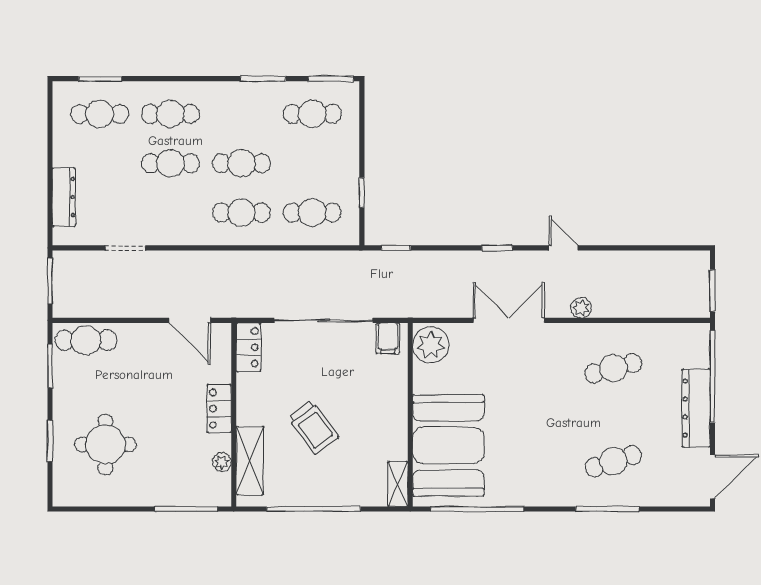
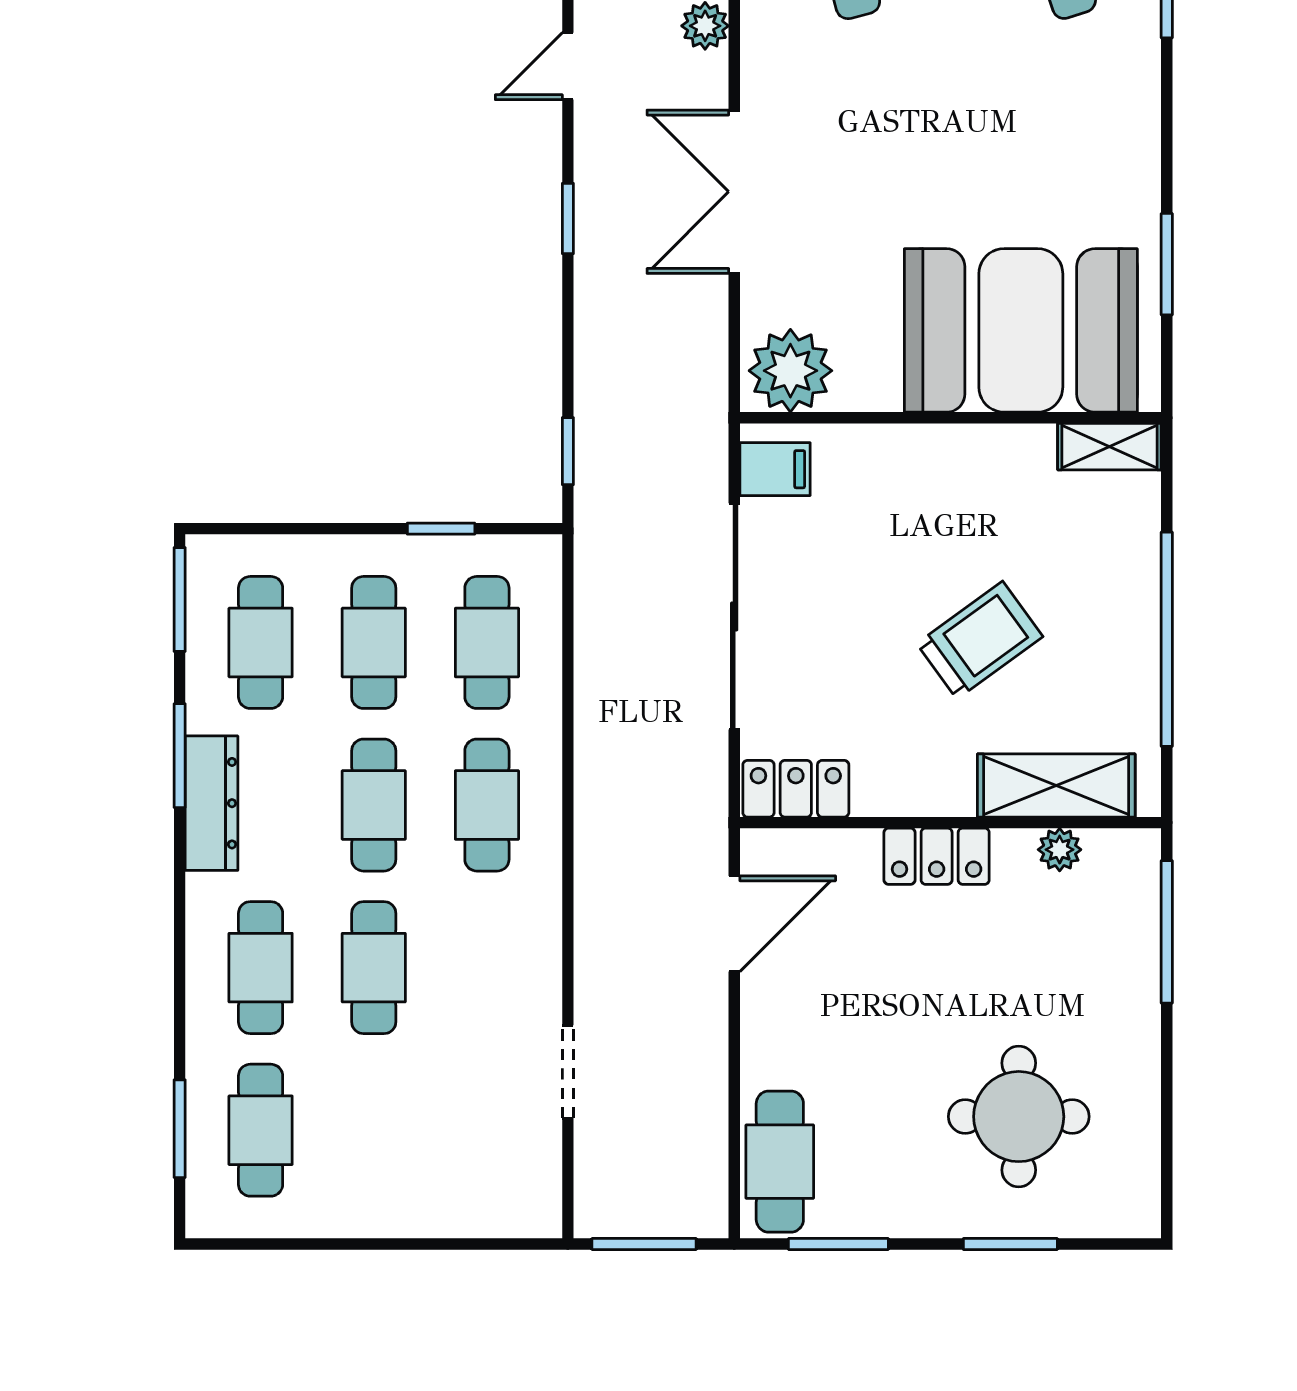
cafe table: (312, 163) -> (374, 642), added
dresser: (64, 197) -> (211, 803), moved, turned 90
window: (477, 509) -> (1167, 264), width x0.47

